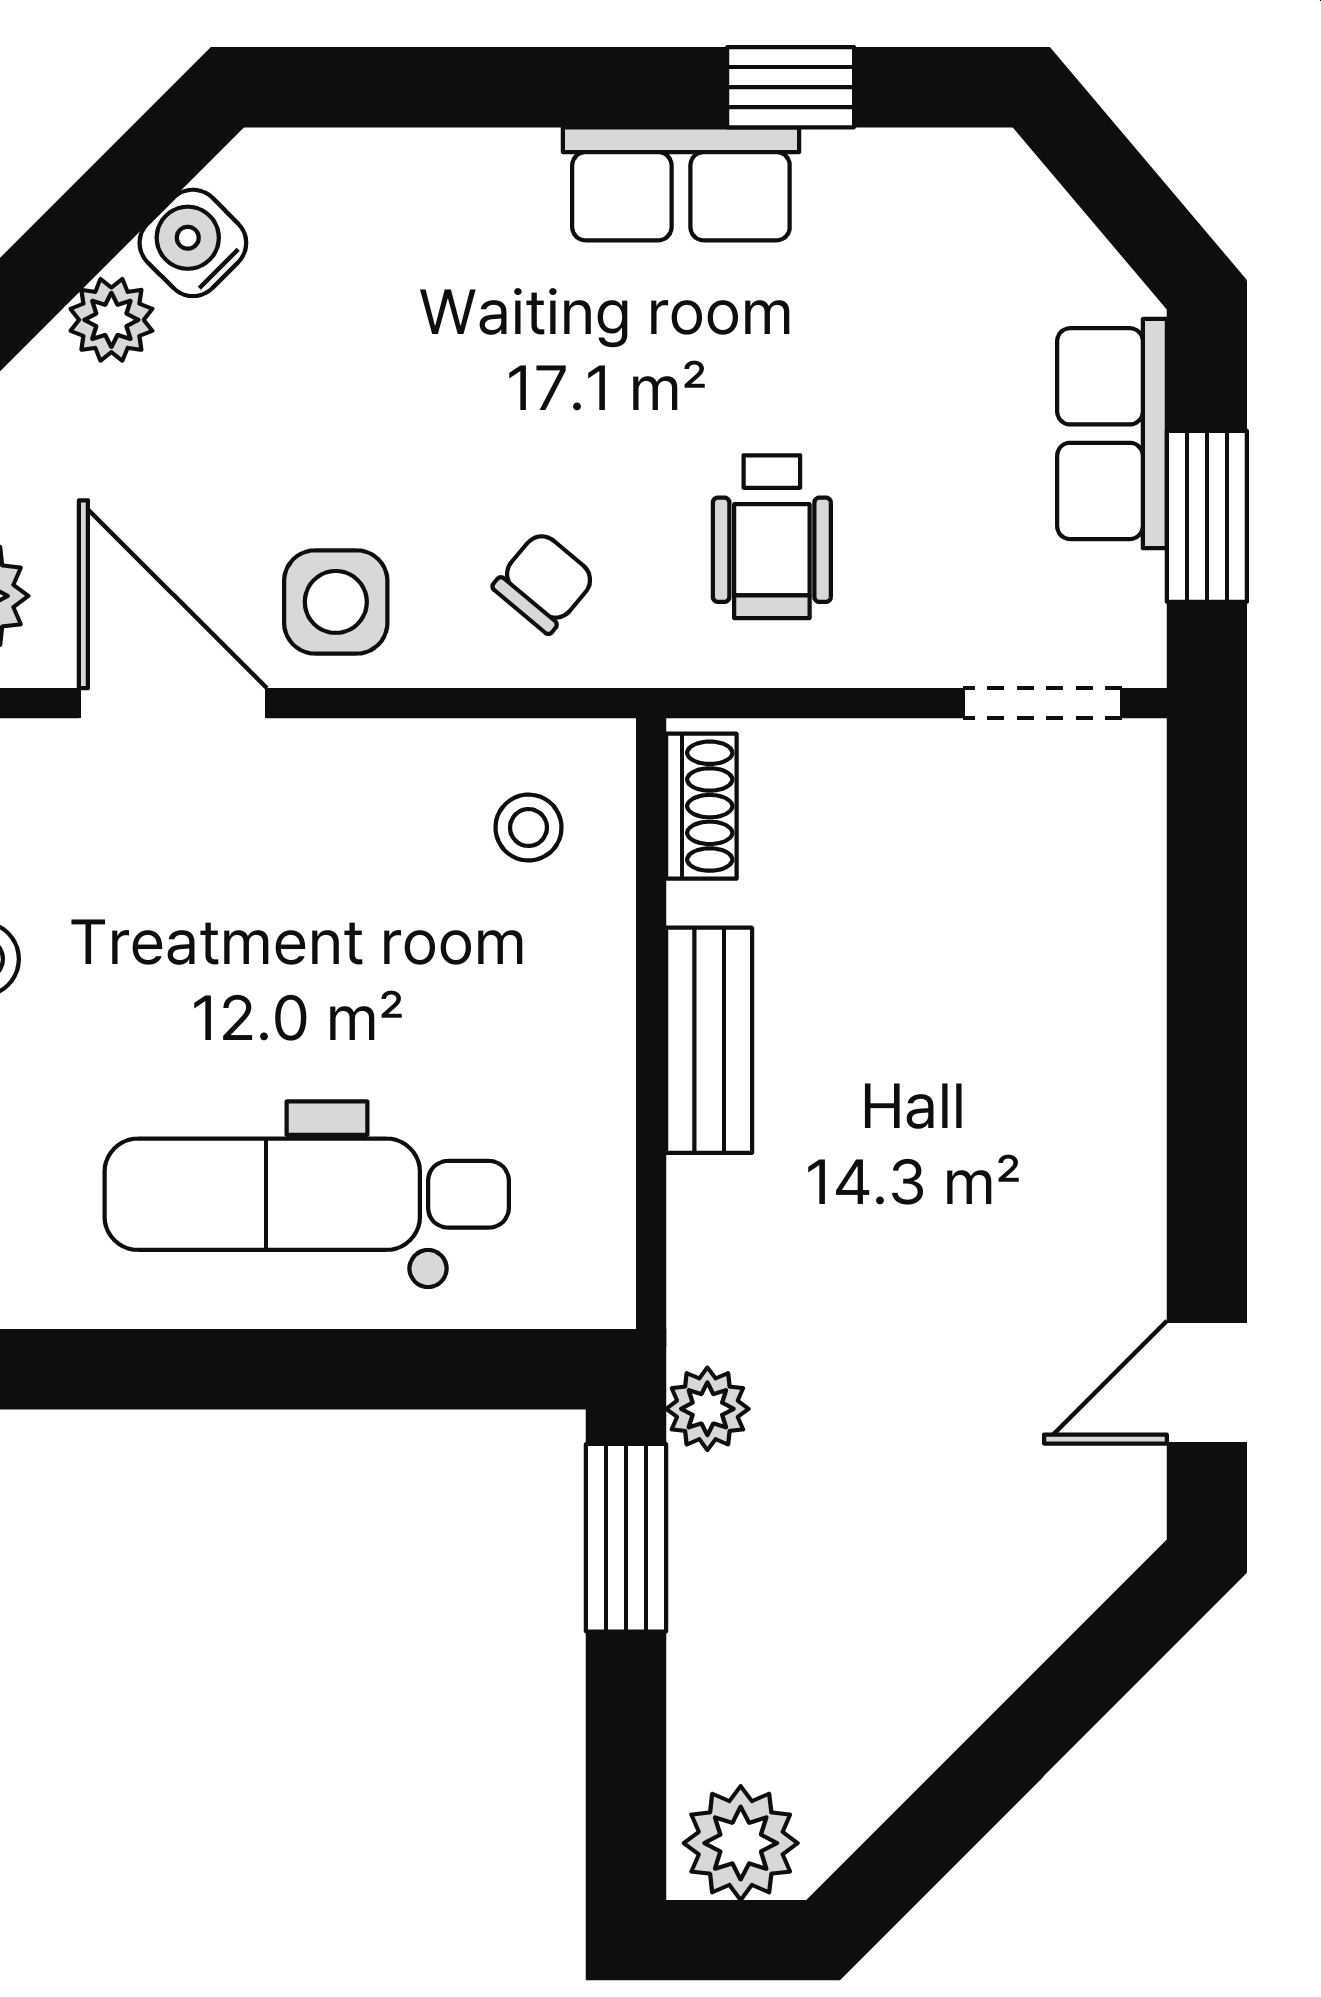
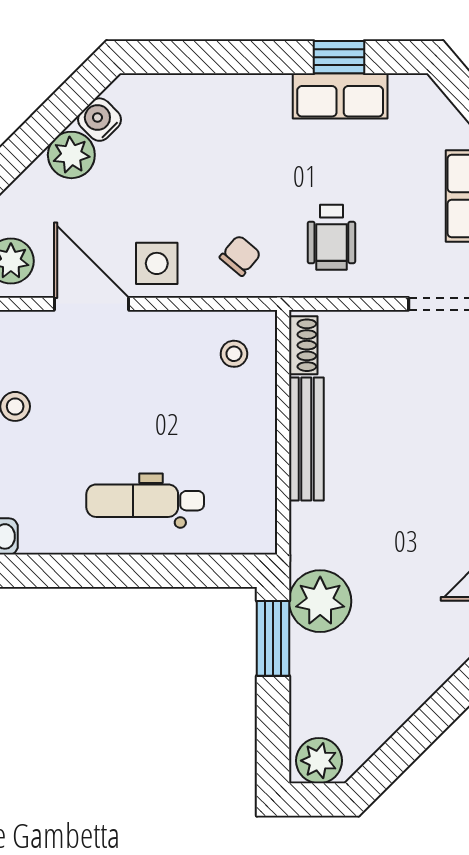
row of seats: (681, 184) -> (340, 96), moved
plant: (111, 320) -> (71, 155), width x1.38, depth x1.38
bench: (709, 1040) -> (306, 439), width x1.36
dental chair: (307, 1194) -> (145, 501), width x0.73, depth x0.72
plant: (707, 1409) -> (320, 601), width x1.87, depth x1.87

